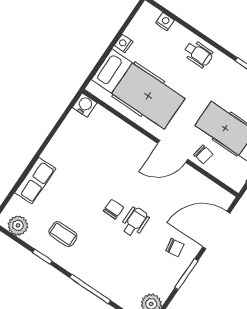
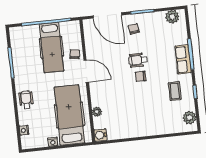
plant: (115, 124) -> (97, 112), added
row of seats: (35, 181) -> (183, 59), moved, turned -90

